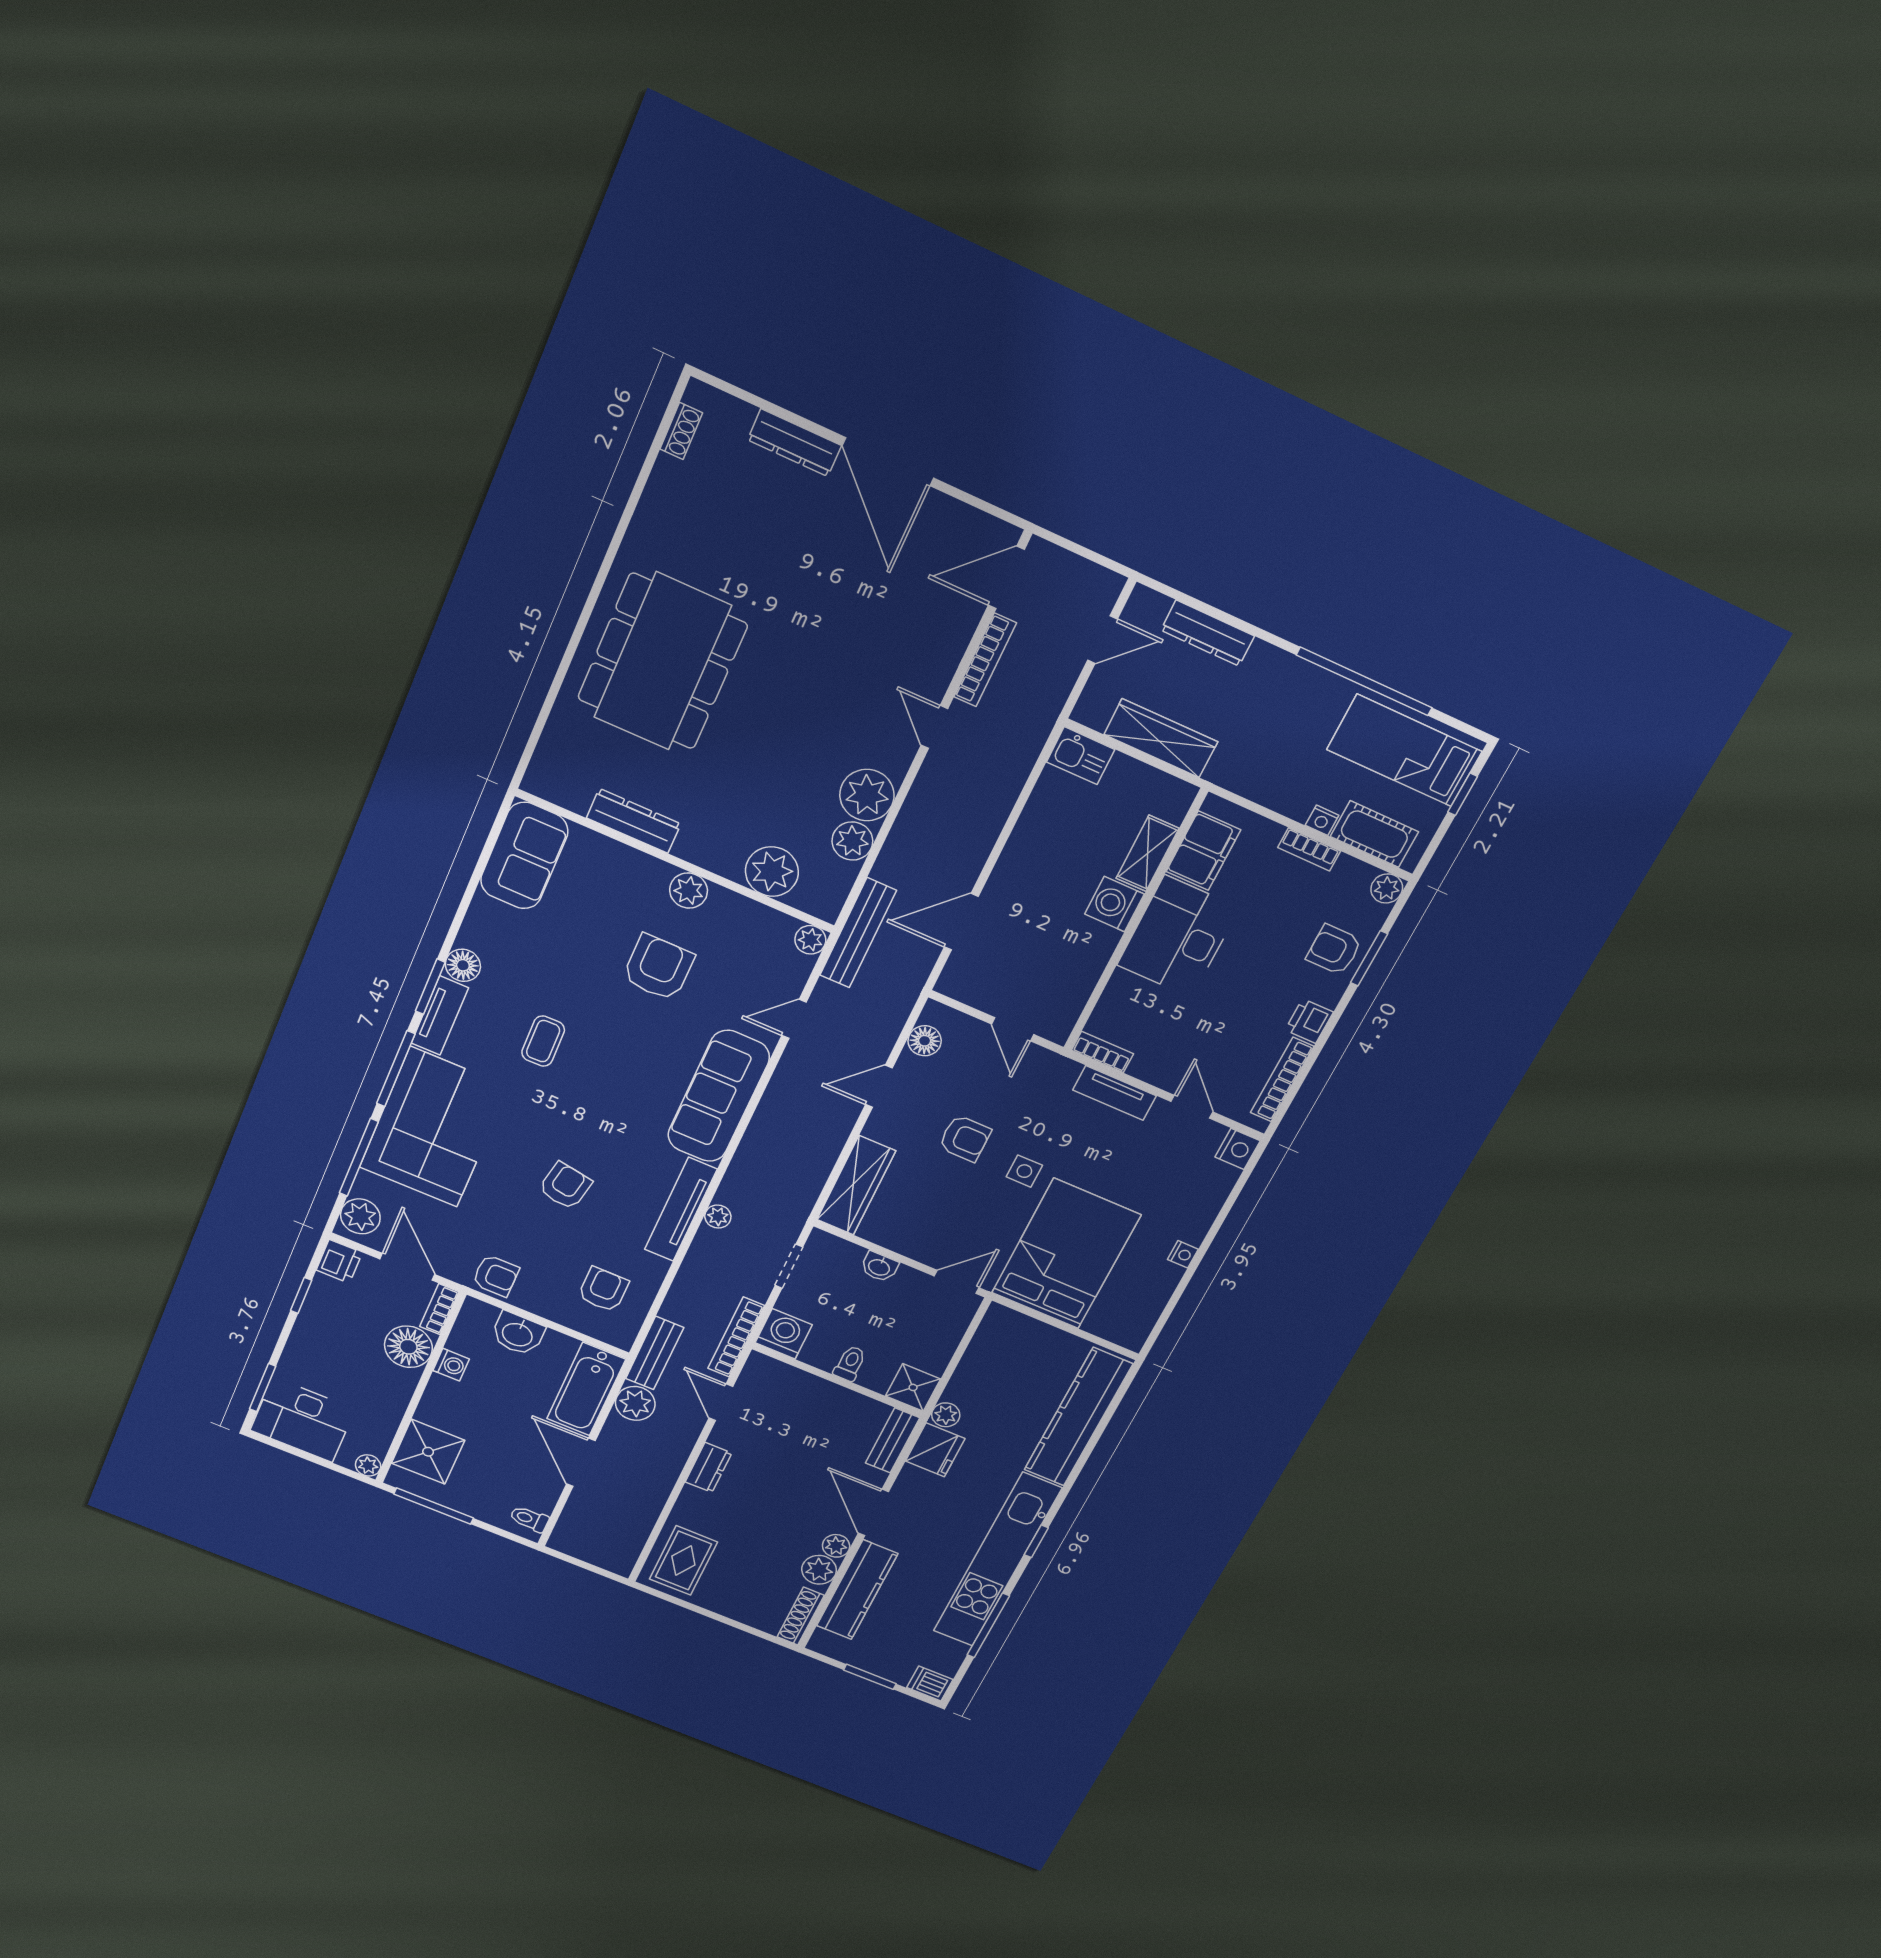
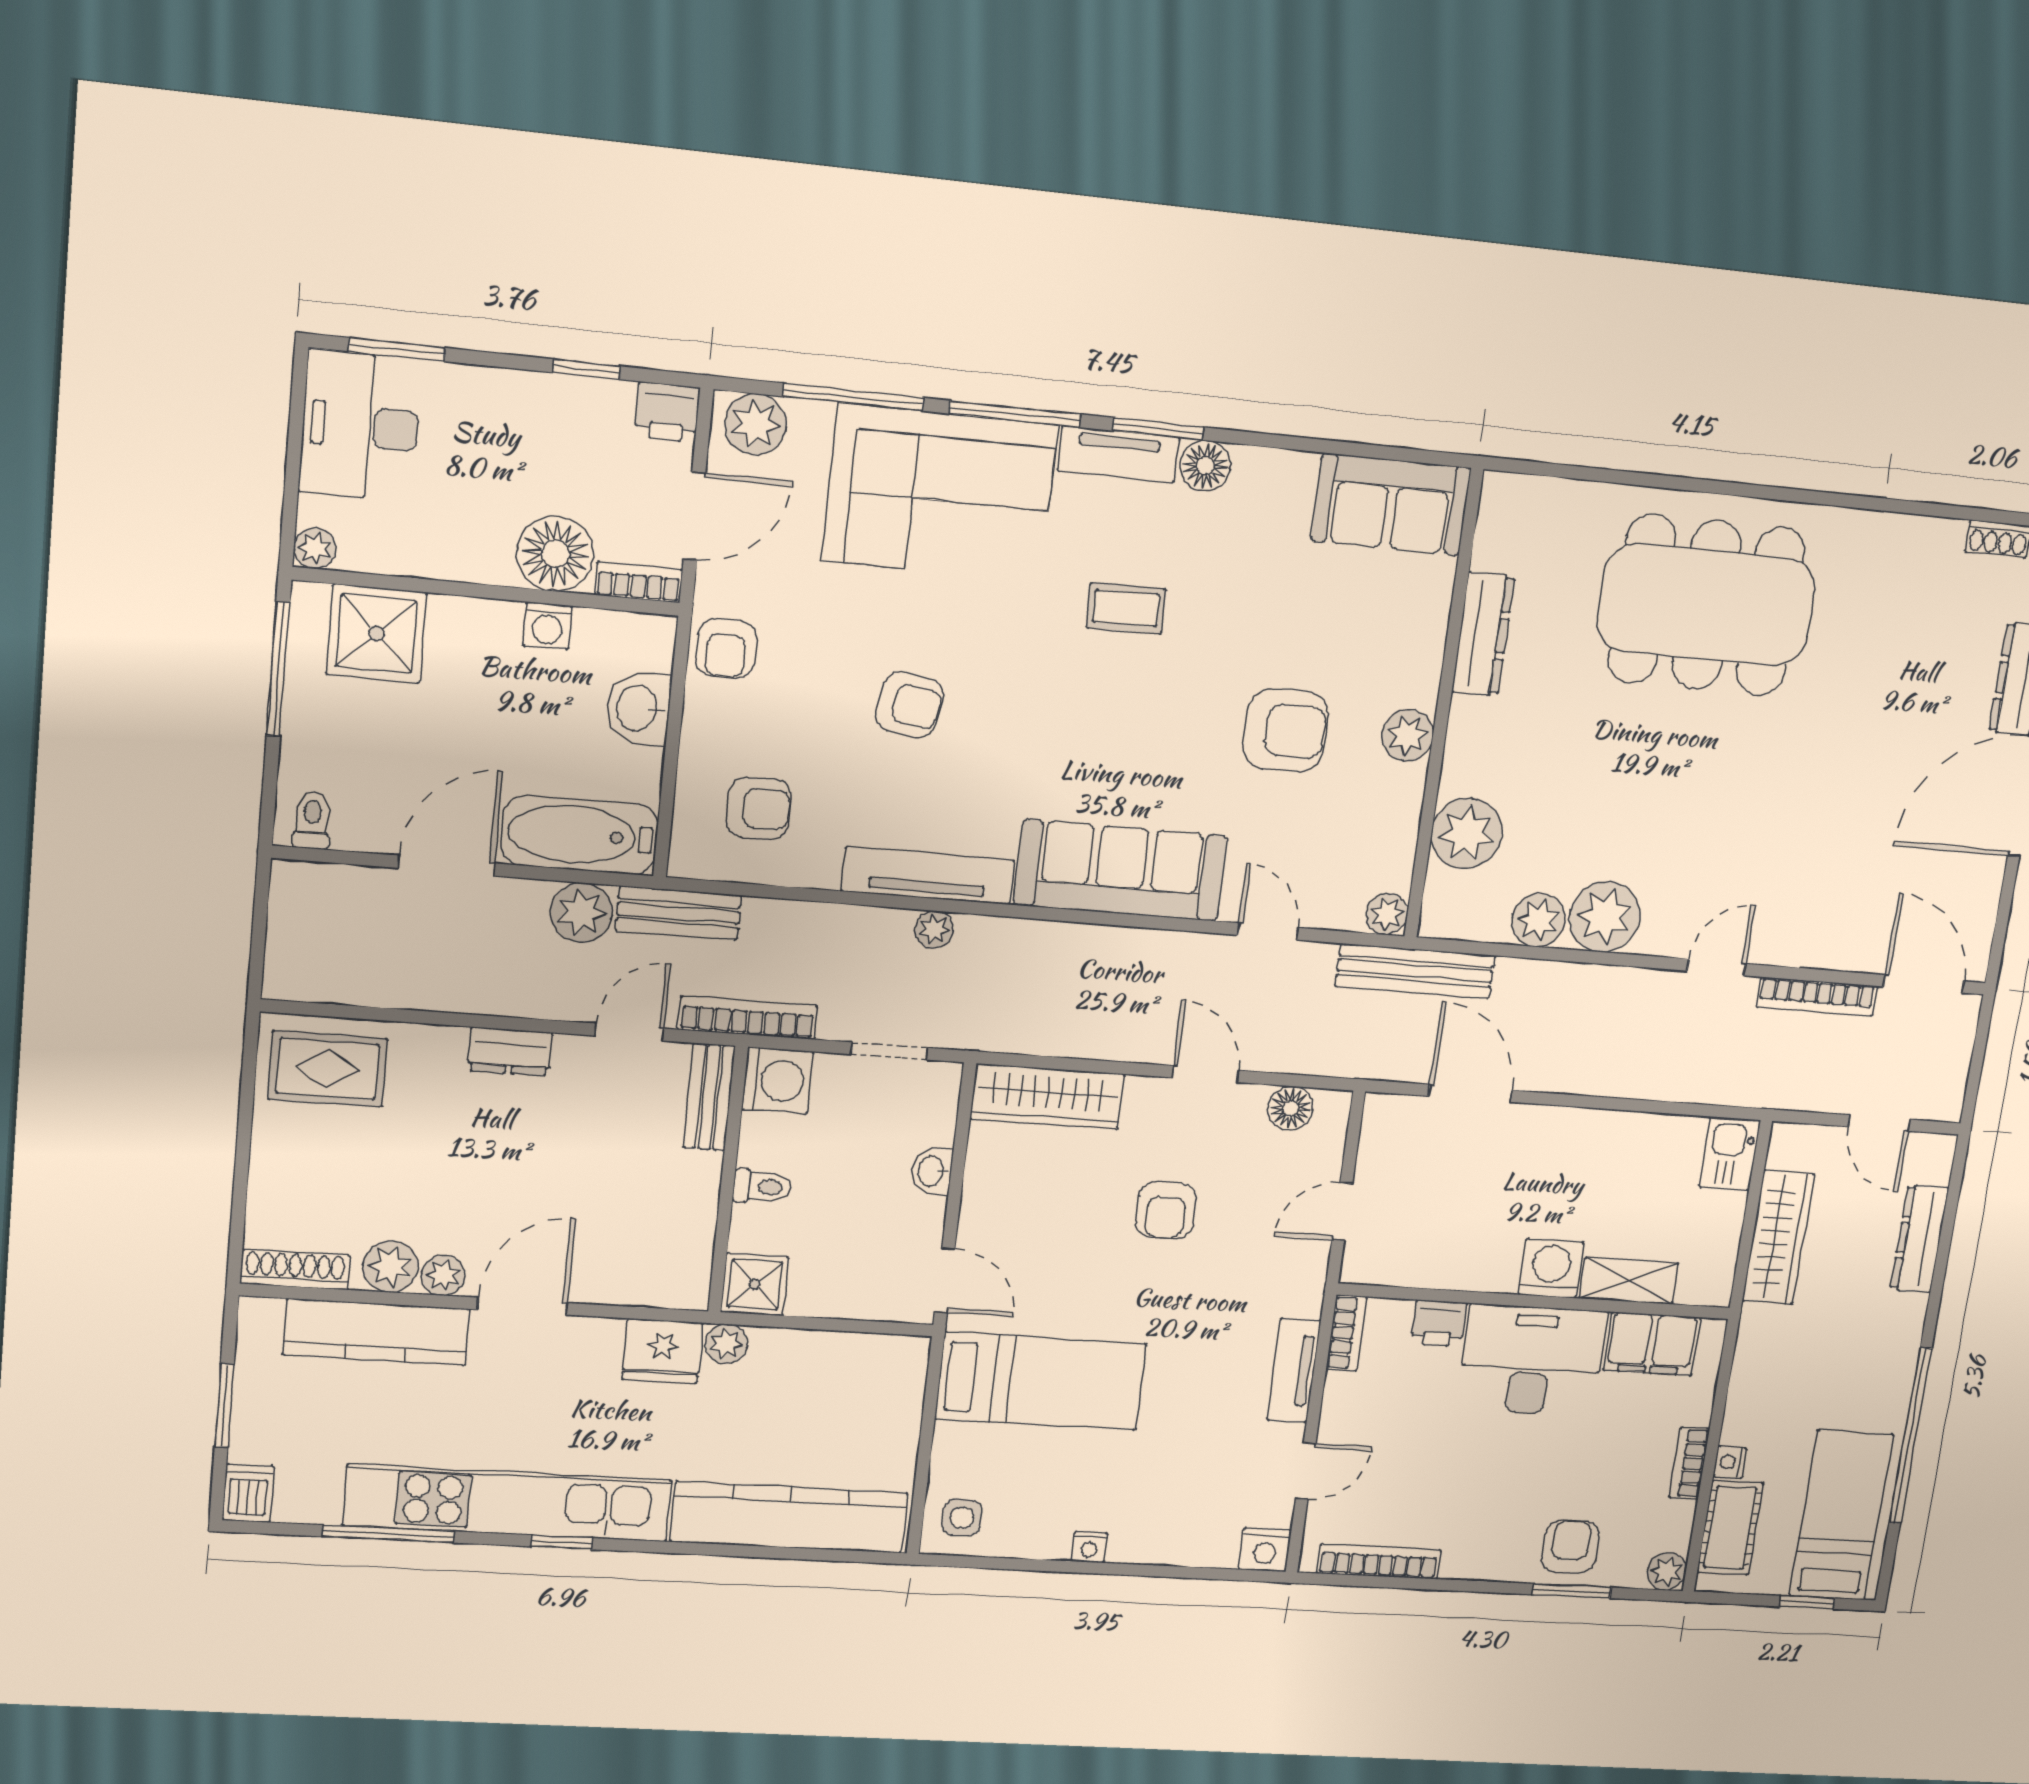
printer: (1309, 1021) -> (1439, 1323), moved, turned 180
side table: (1024, 1171) -> (962, 1518), moved
bed: (1066, 1254) -> (1041, 1381), width x0.67
bench: (893, 1440) -> (709, 1097), moved, turned 90

